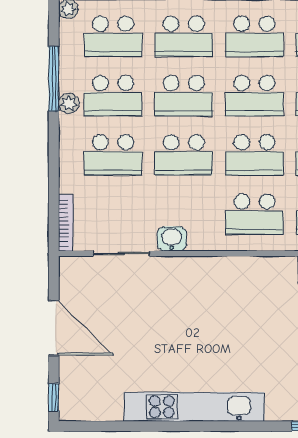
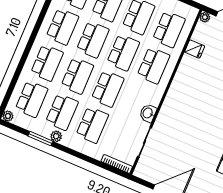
window: (54, 79) -> (40, 139), width x0.69

